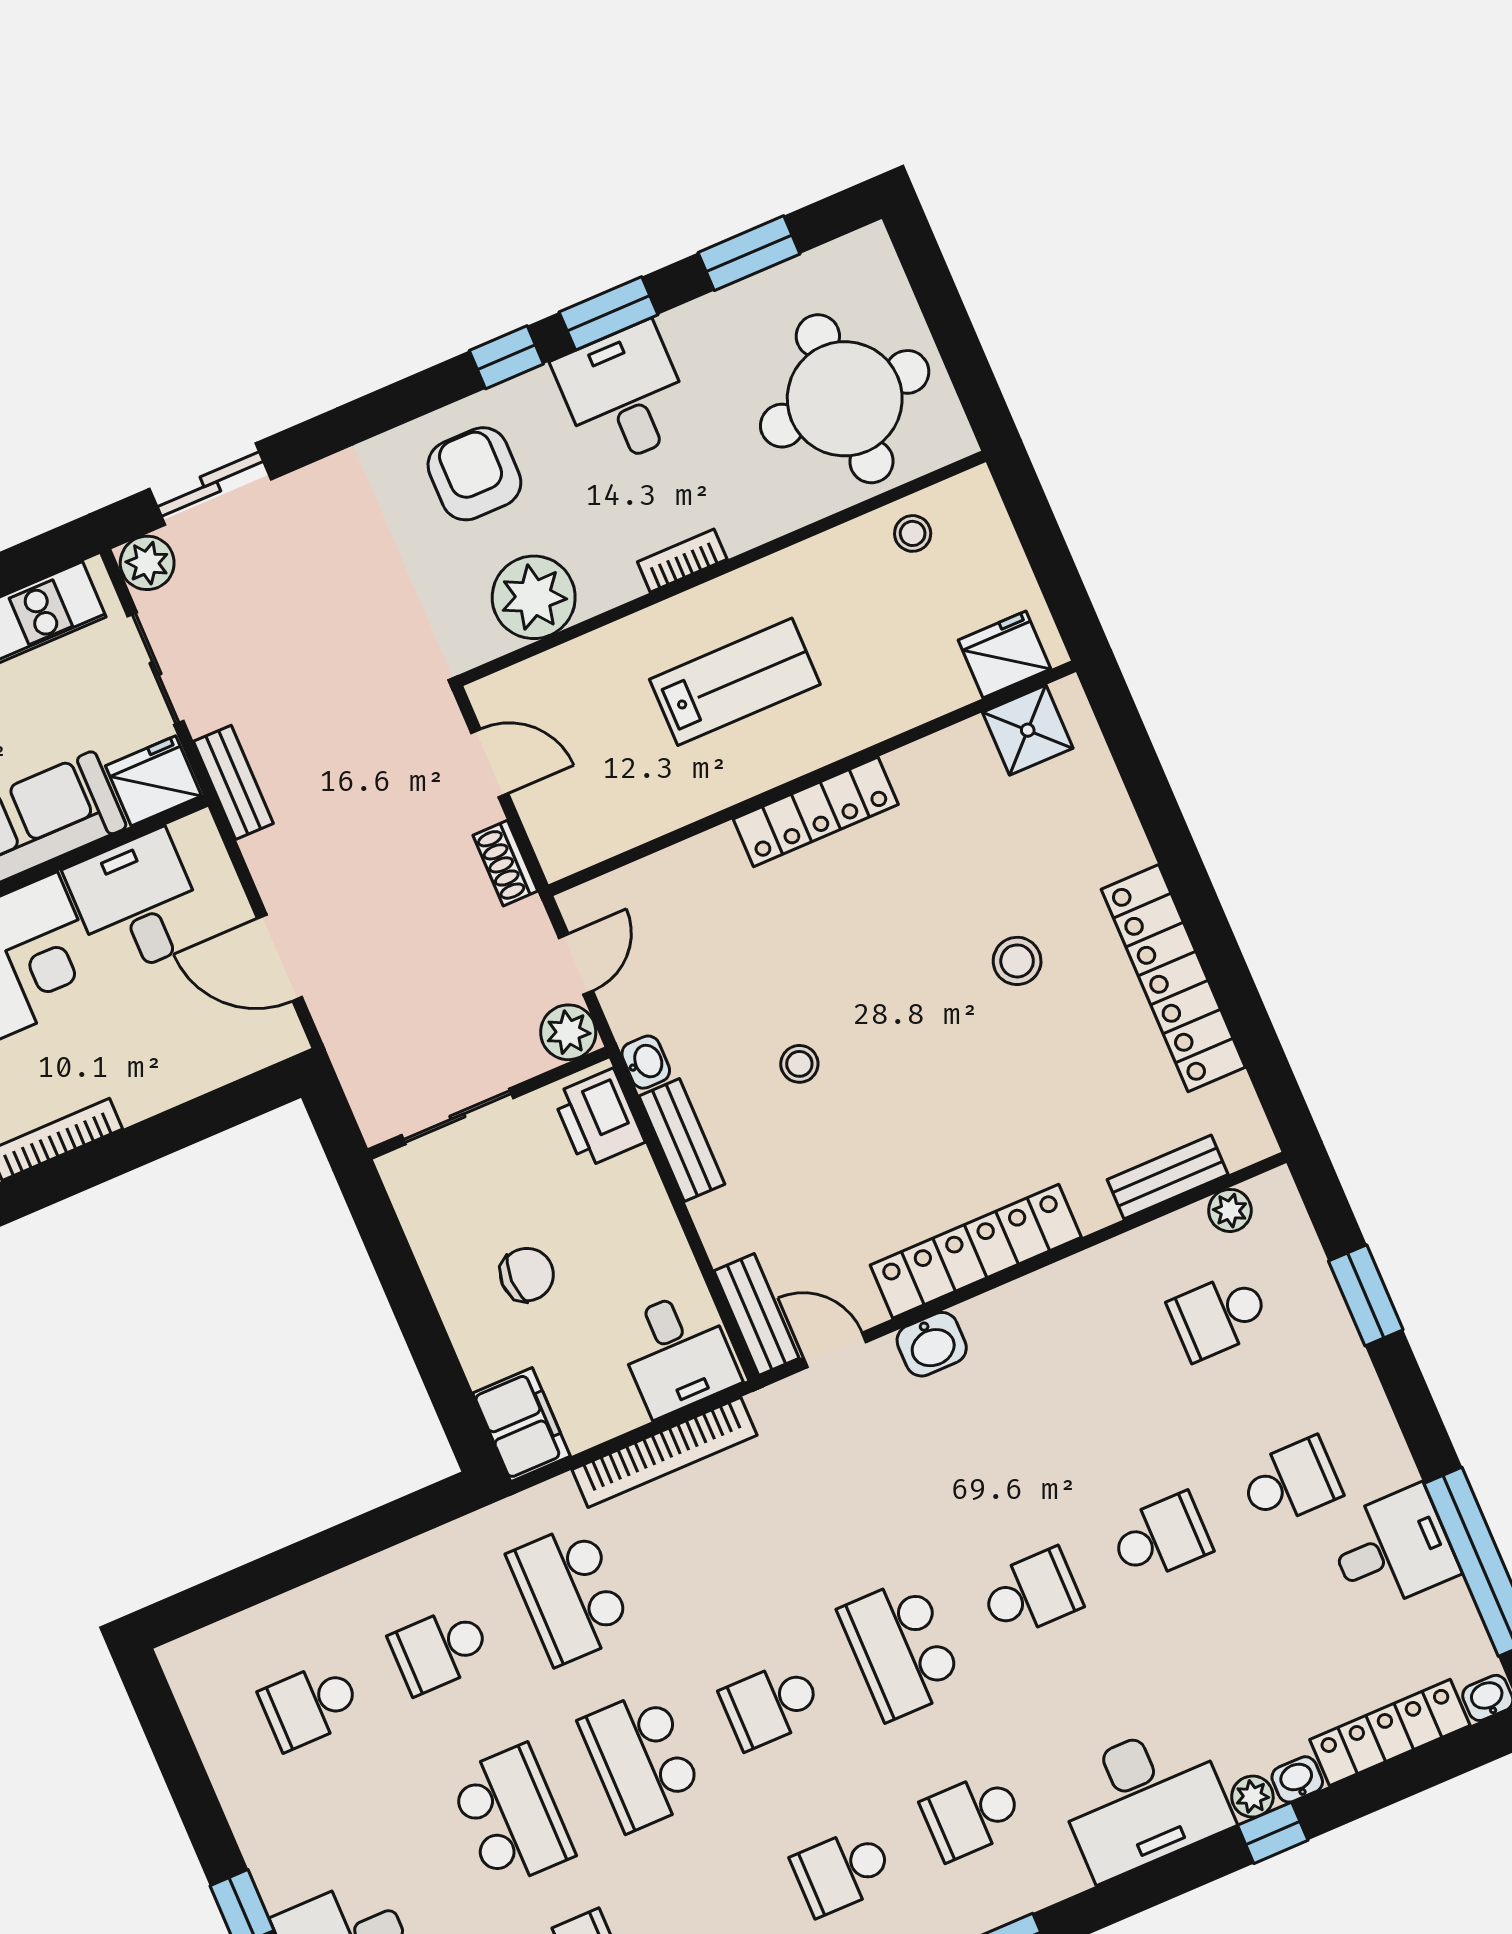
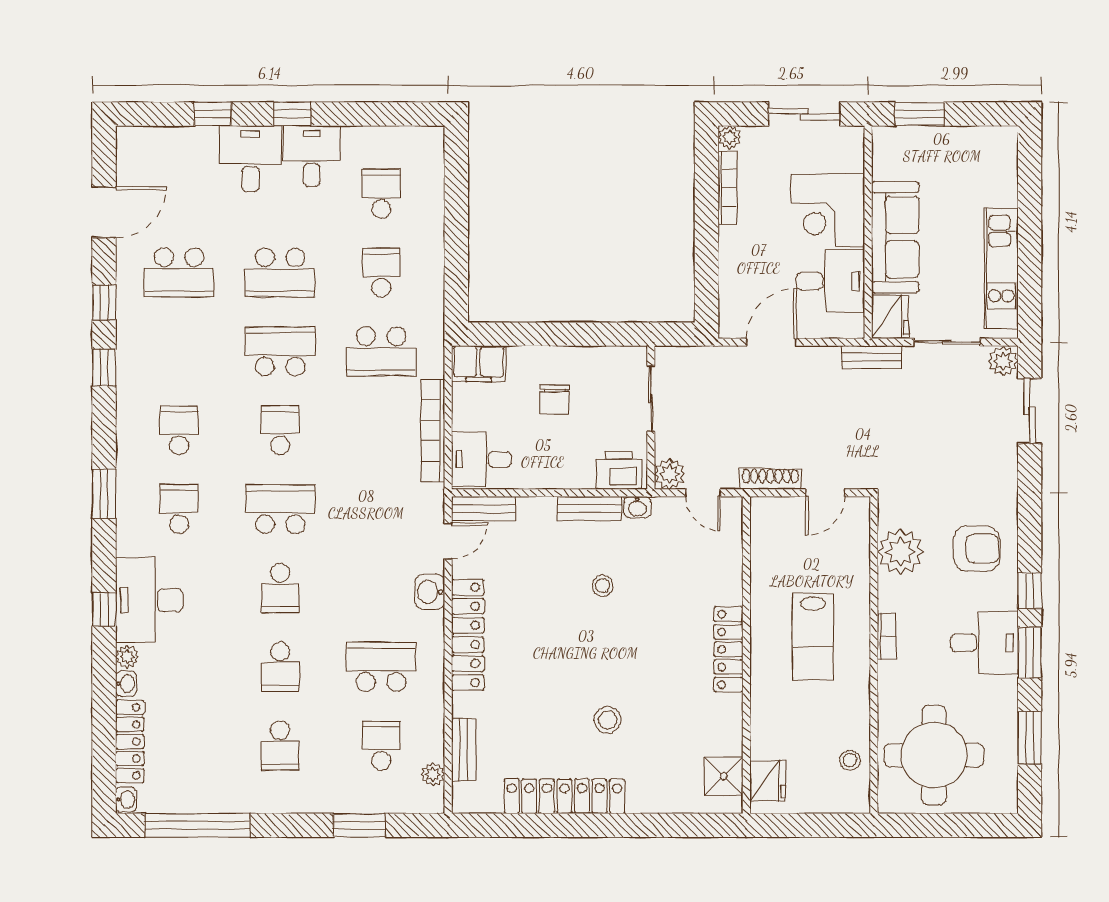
shoe rack: (505, 863) -> (770, 479), width x1.43
school desk: (1089, 1371) -> (381, 667), added
desk: (1393, 1549) -> (312, 156), moved, turned 180
school desk: (570, 1594) -> (381, 351), turned 180
window: (1273, 1833) -> (104, 610), moved

